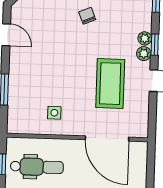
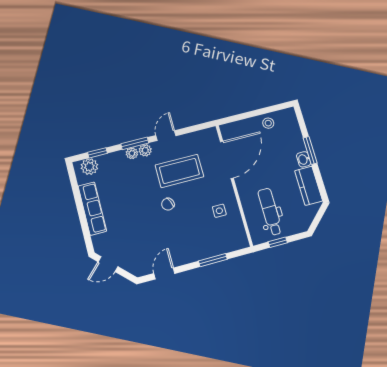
chair: (87, 16) -> (168, 204), moved
window: (155, 45) -> (135, 143), width x1.50

